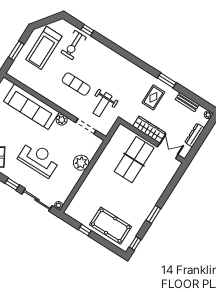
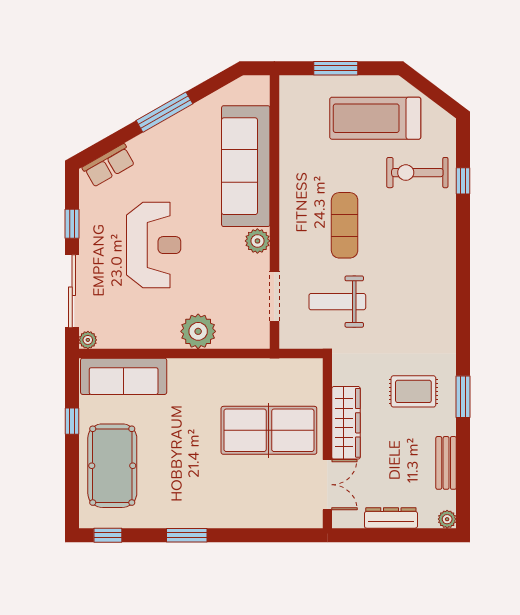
sofa: (80, 201) -> (124, 376), added

